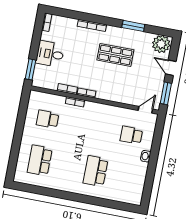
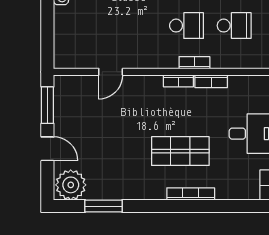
window: (133, 26) -> (104, 206), moved
shop shelf: (115, 55) -> (180, 151), moved
door: (145, 110) -> (111, 72), moved
school desk: (131, 135) -> (187, 26), moved

